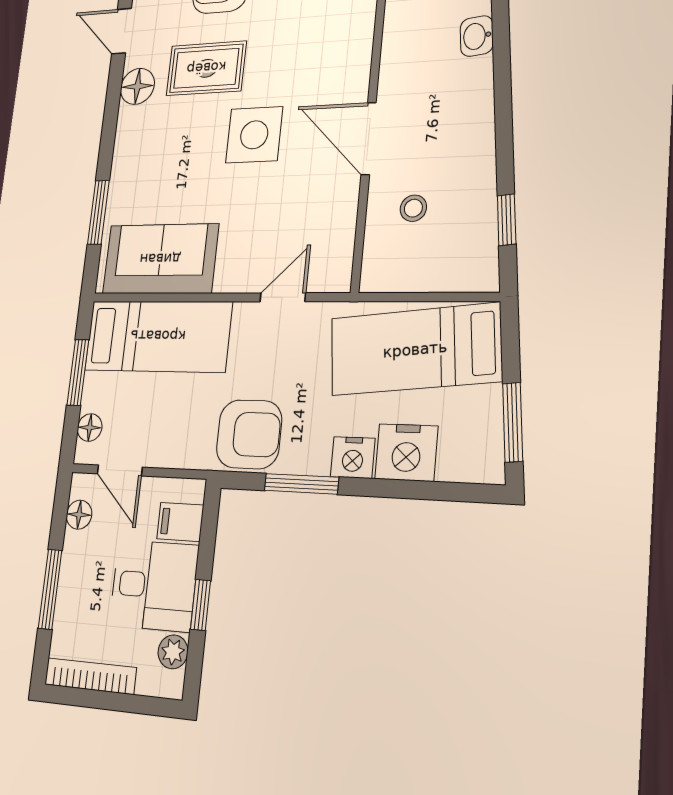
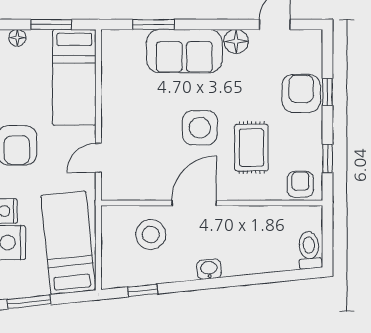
washbasin: (477, 36) -> (209, 269), moved
rug: (206, 68) -> (251, 148), moved
stool: (413, 208) -> (151, 235), width x1.89, depth x1.89
sofa: (160, 259) -> (184, 51), moved, turned 90
door: (283, 297) -> (98, 158), swing flipped

